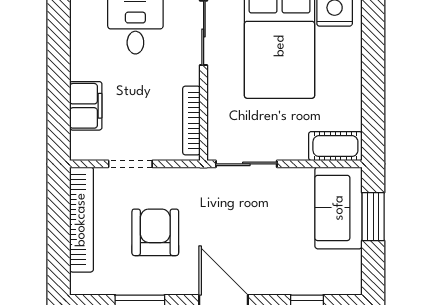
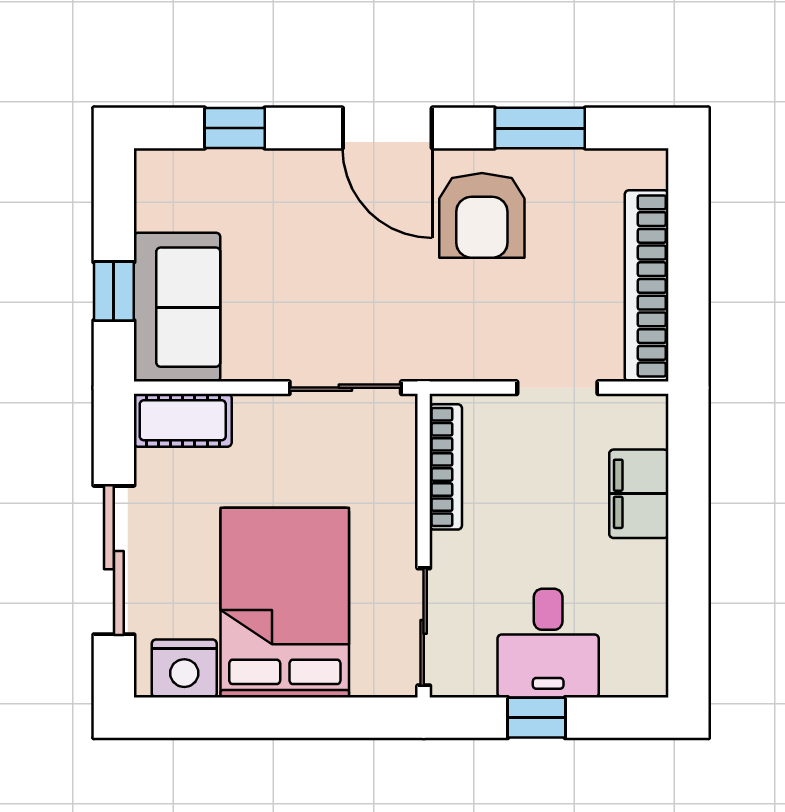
sliding door: (373, 70) -> (114, 560), added
window: (373, 217) -> (114, 291), width x0.67
armchair: (155, 232) -> (482, 215), moved

